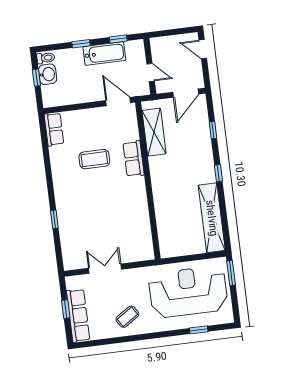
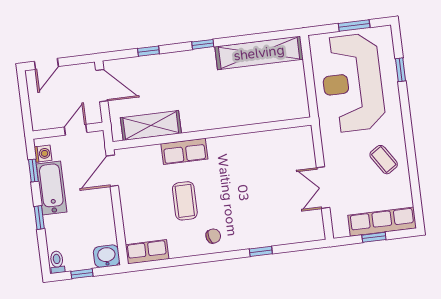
washing machine: (132, 47) -> (43, 154), added
washbasin: (48, 74) -> (107, 256), moved
chair: (66, 182) -> (213, 236), added
window: (231, 273) -> (354, 26), moved

